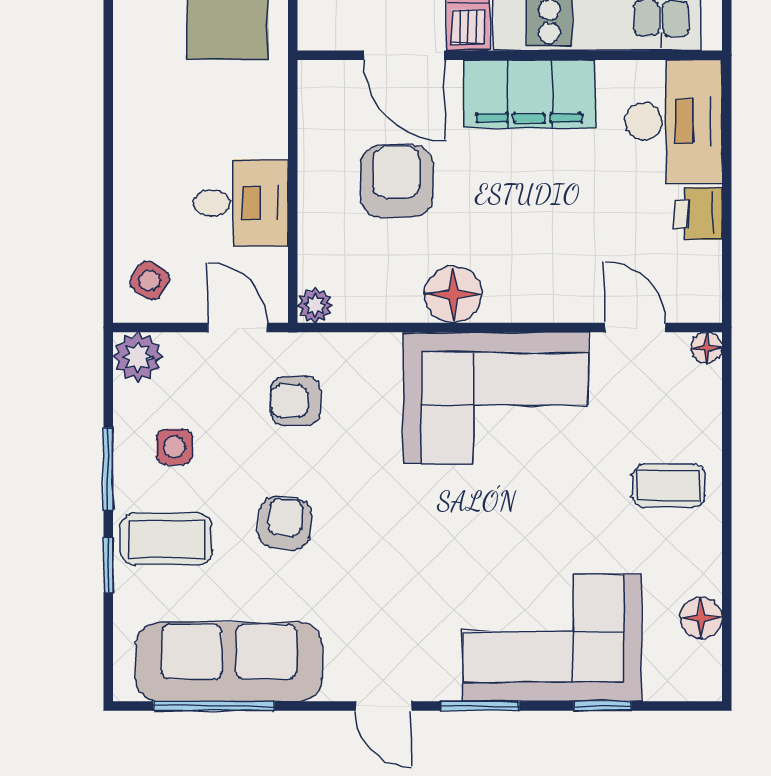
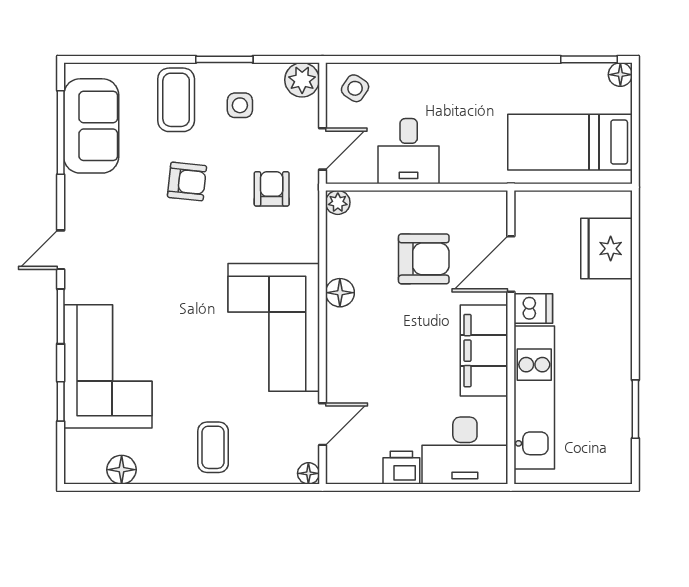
floor lamp: (453, 294) -> (340, 293), width x0.73, depth x0.73
window: (108, 565) -> (158, 59), removed
sofa: (229, 662) -> (91, 126), width x0.73

